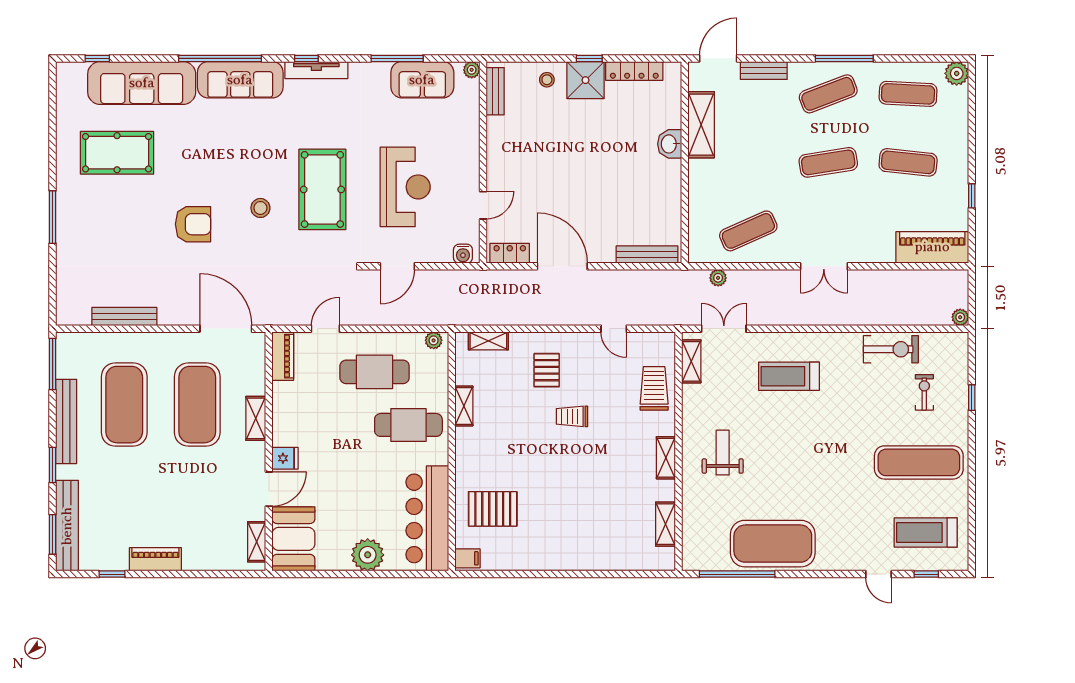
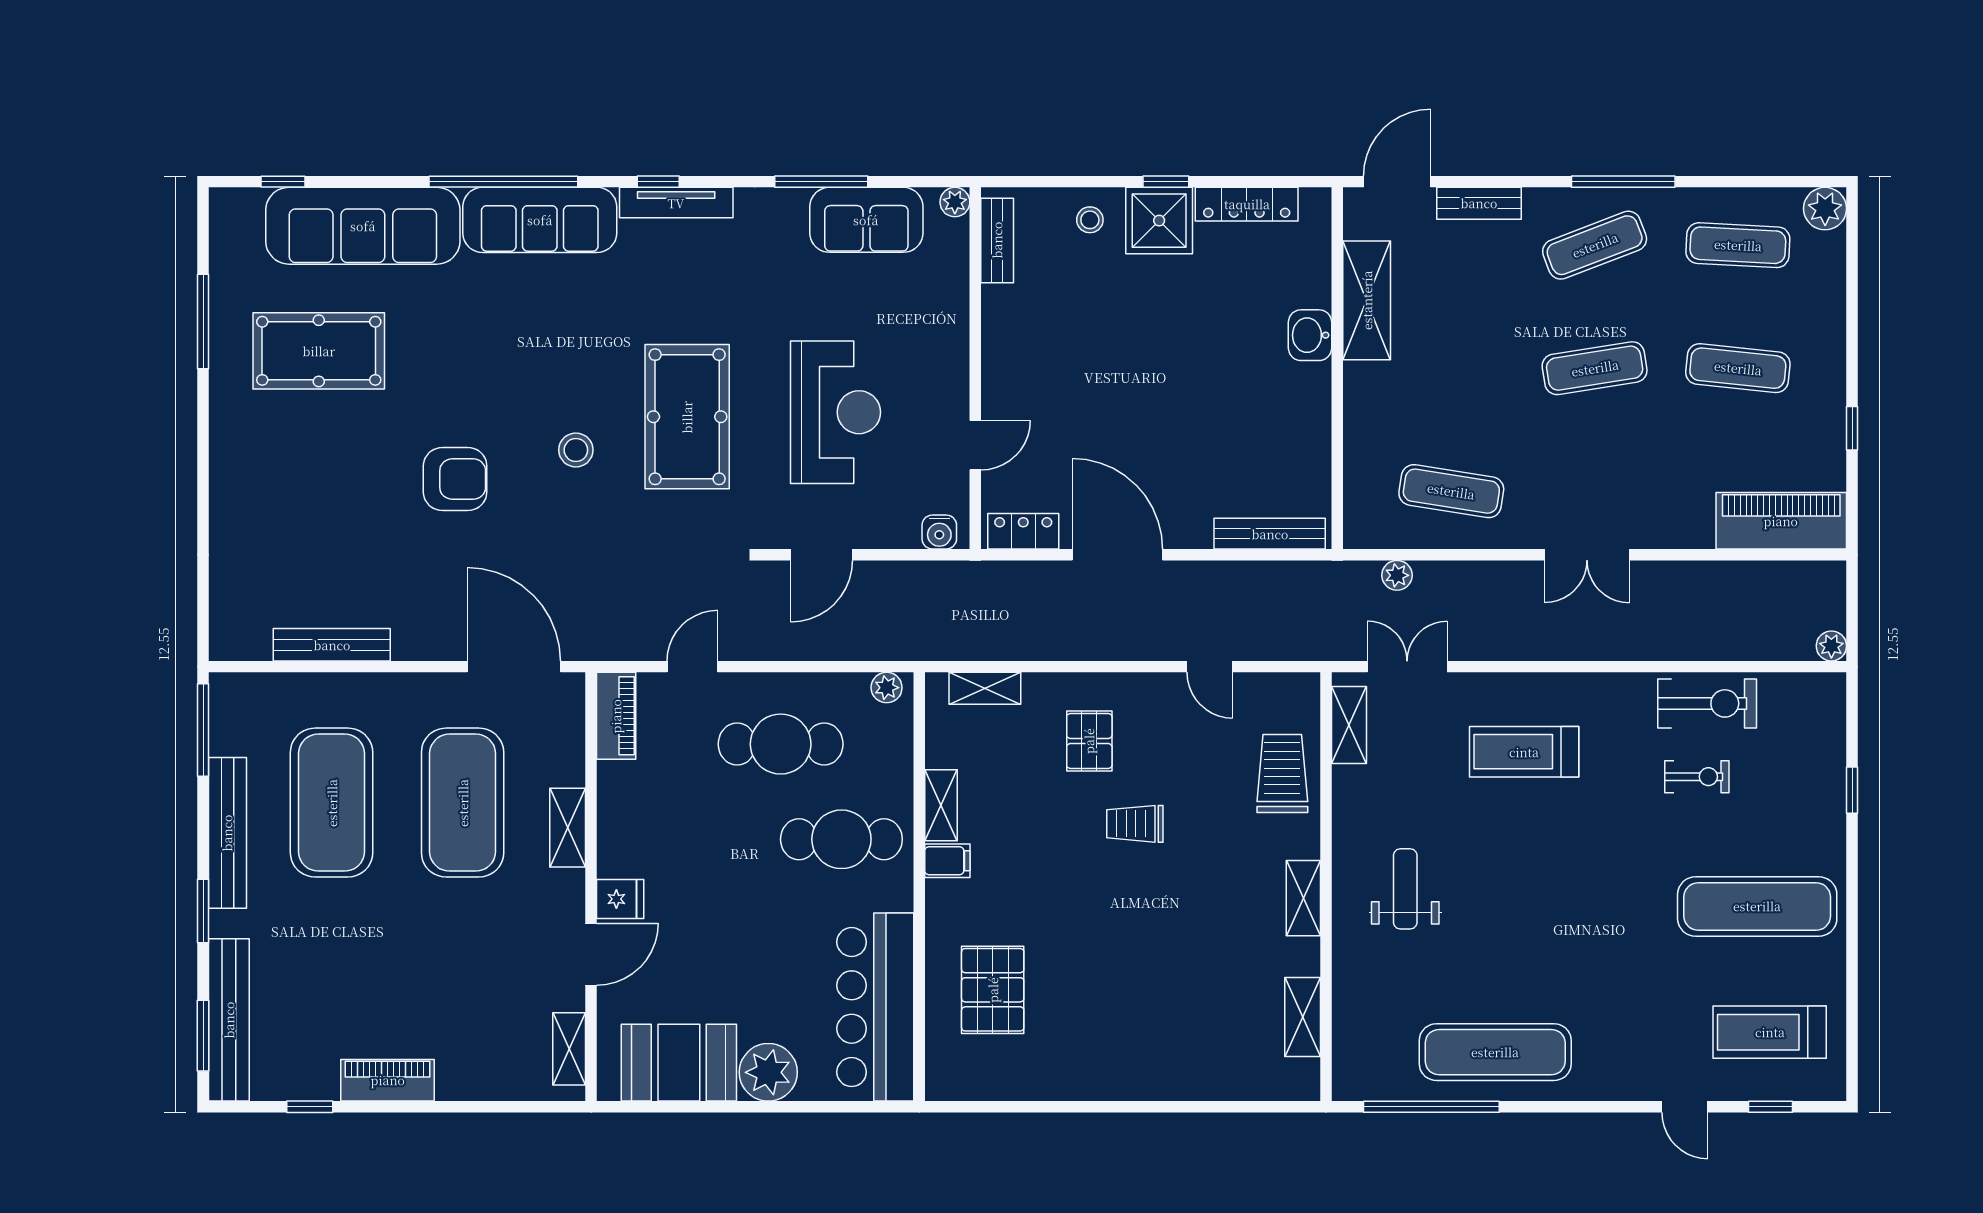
window: (53, 217) -> (203, 322), moved
exercise mat: (748, 231) -> (1451, 491), turned 33
exercise bike: (924, 392) -> (1697, 777), moved, turned 90
pallet: (493, 509) -> (993, 990), turned 90
booth: (293, 539) -> (679, 1063), moved, turned 90
exercise mat: (773, 544) -> (1495, 1052), width x0.68
filing cabinet: (467, 558) -> (947, 861), moved

